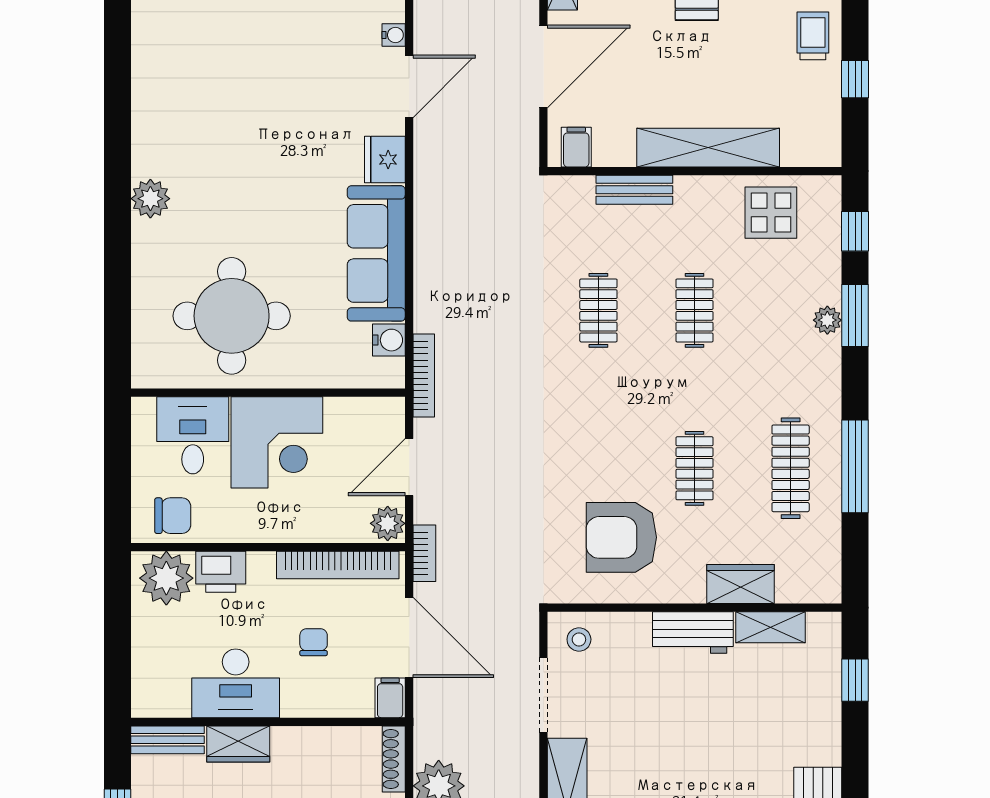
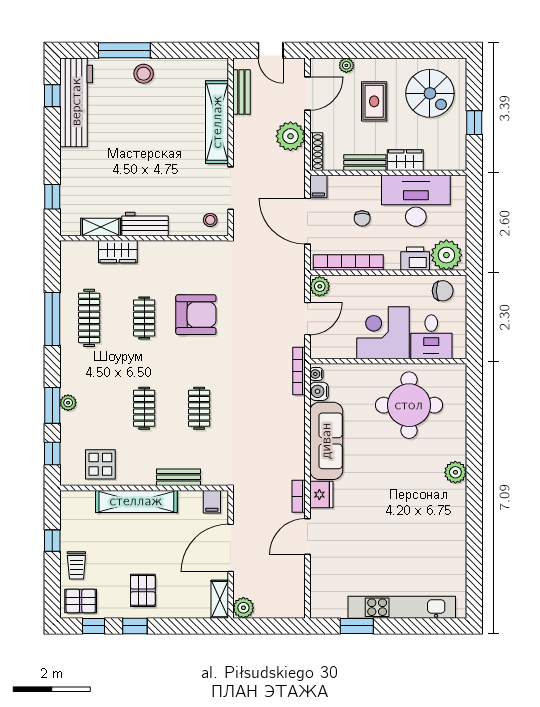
water cooler: (394, 35) -> (316, 374), moved
chair: (173, 516) -> (443, 291), turned 180
armchair: (621, 537) -> (196, 315), moved
bookcase: (424, 553) -> (299, 496), moved
desk: (236, 683) -> (416, 201), width x1.36, depth x1.30
bench: (168, 740) -> (365, 163), moved

